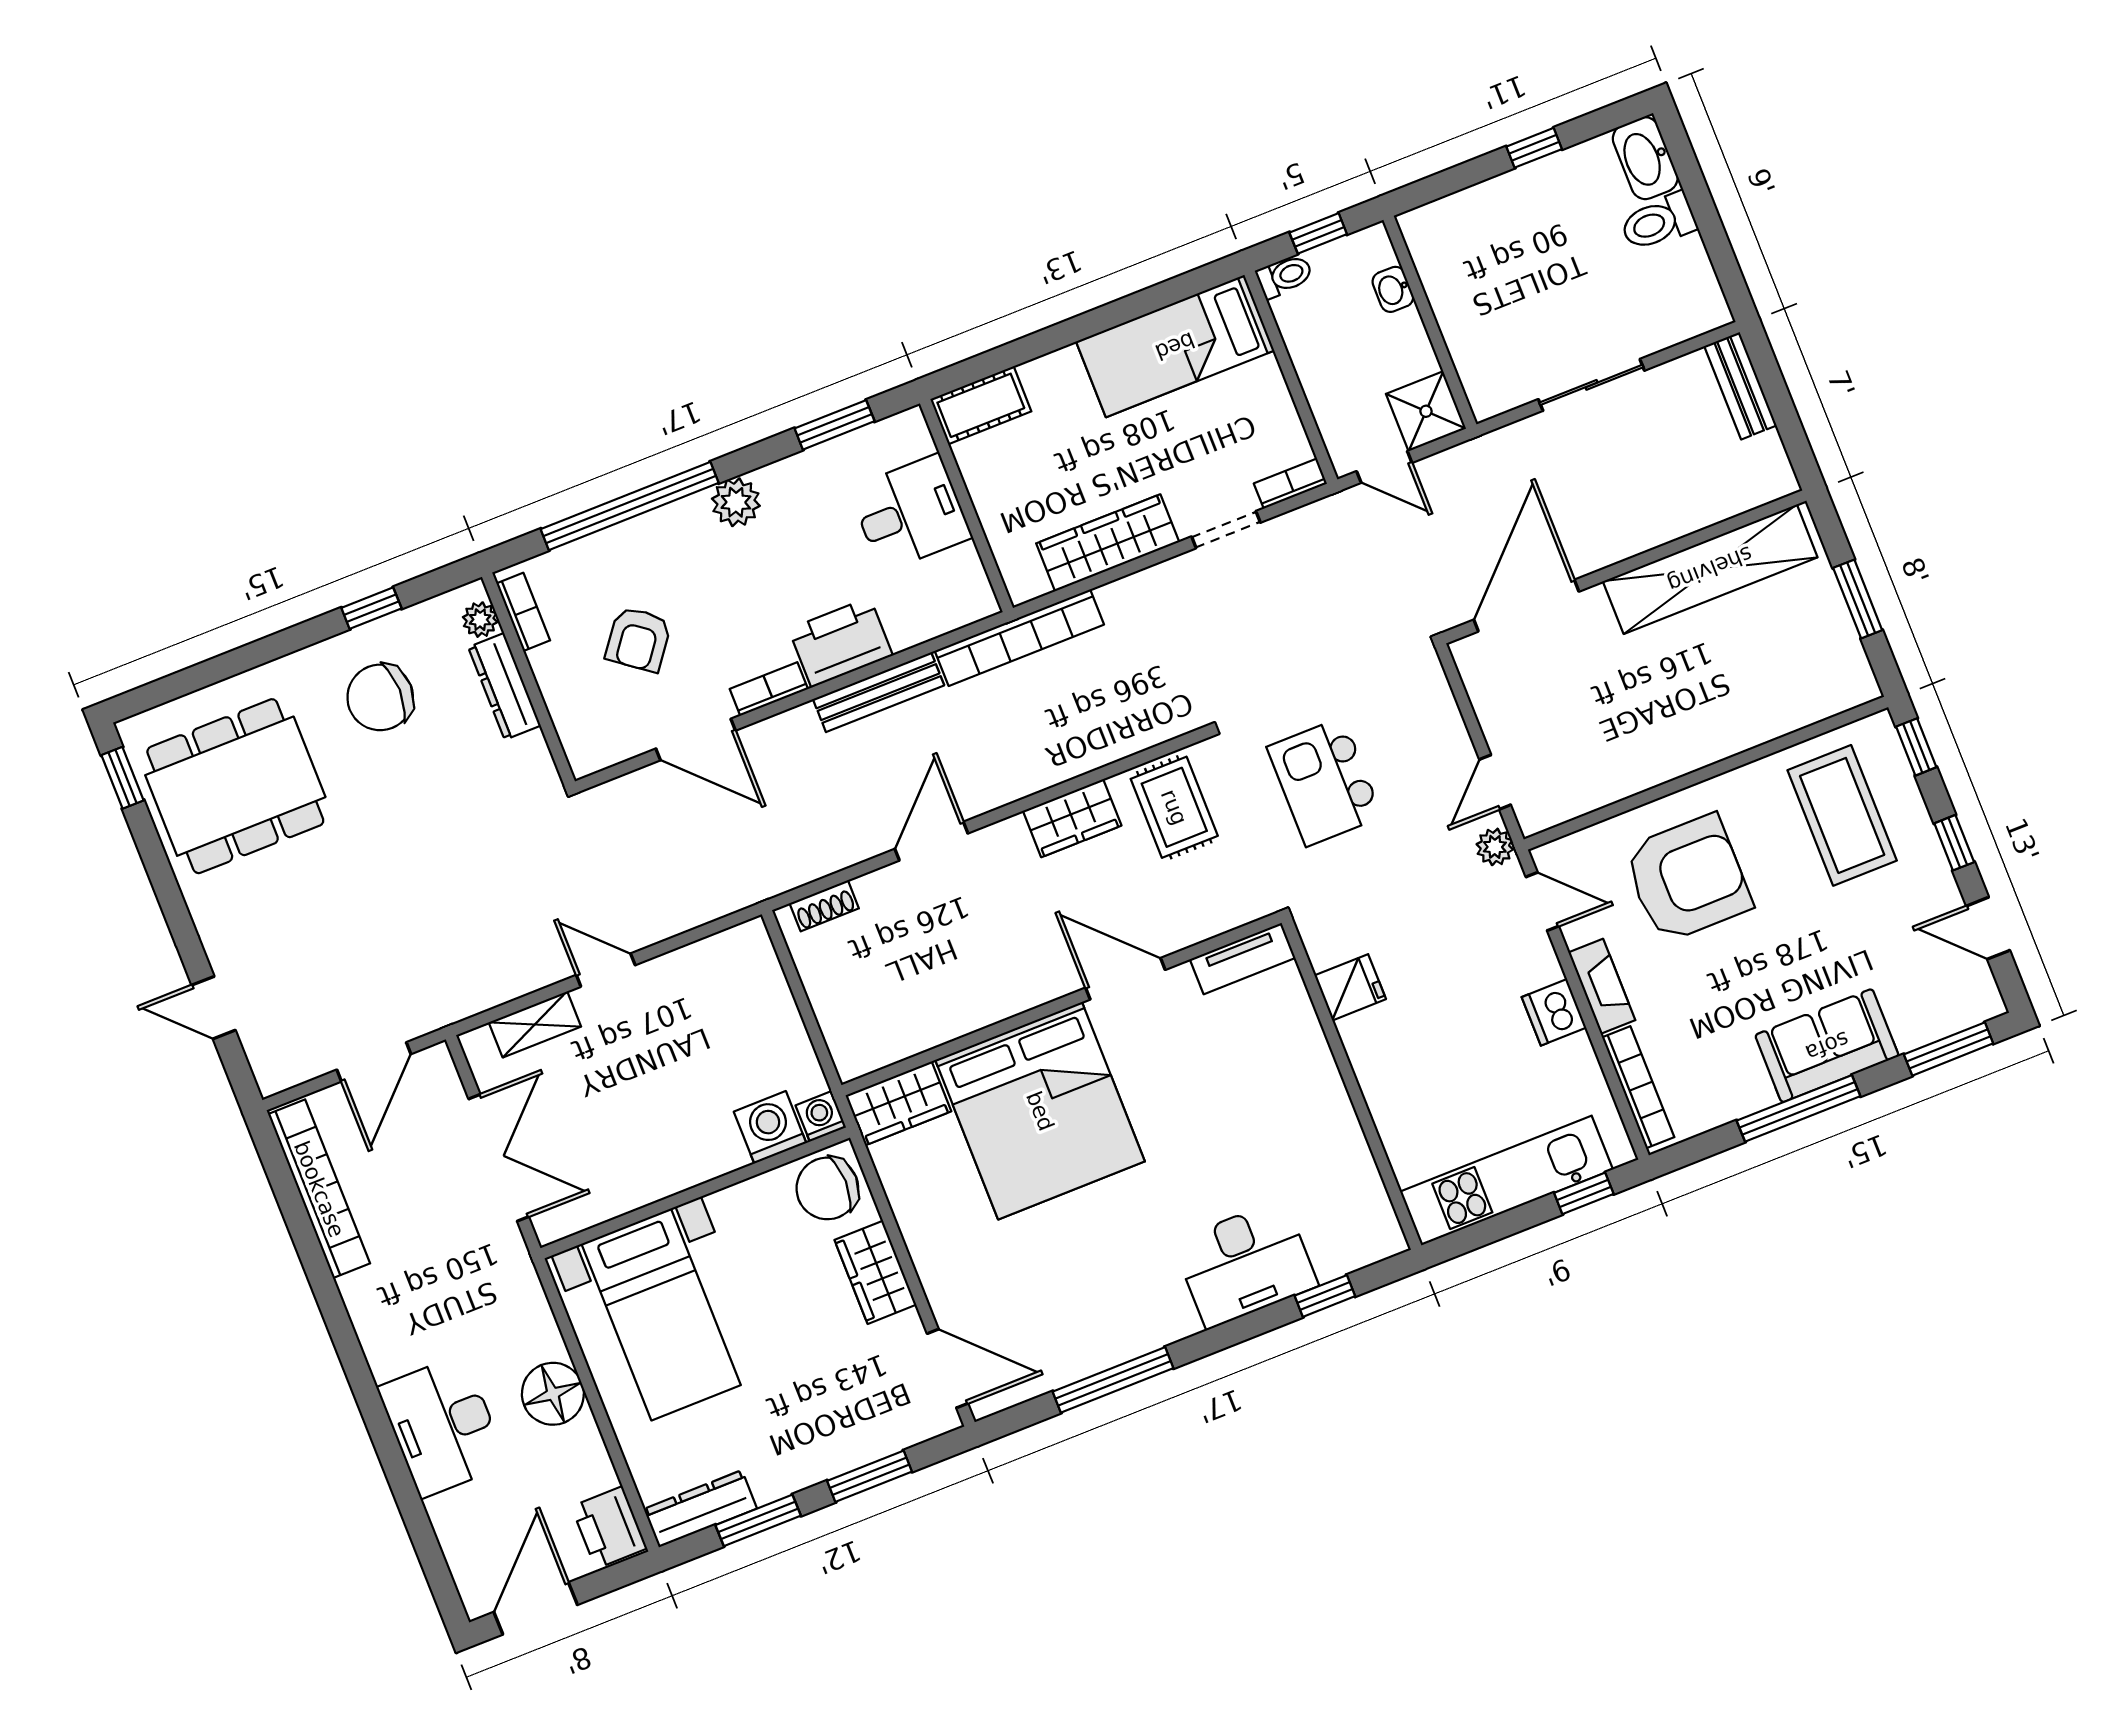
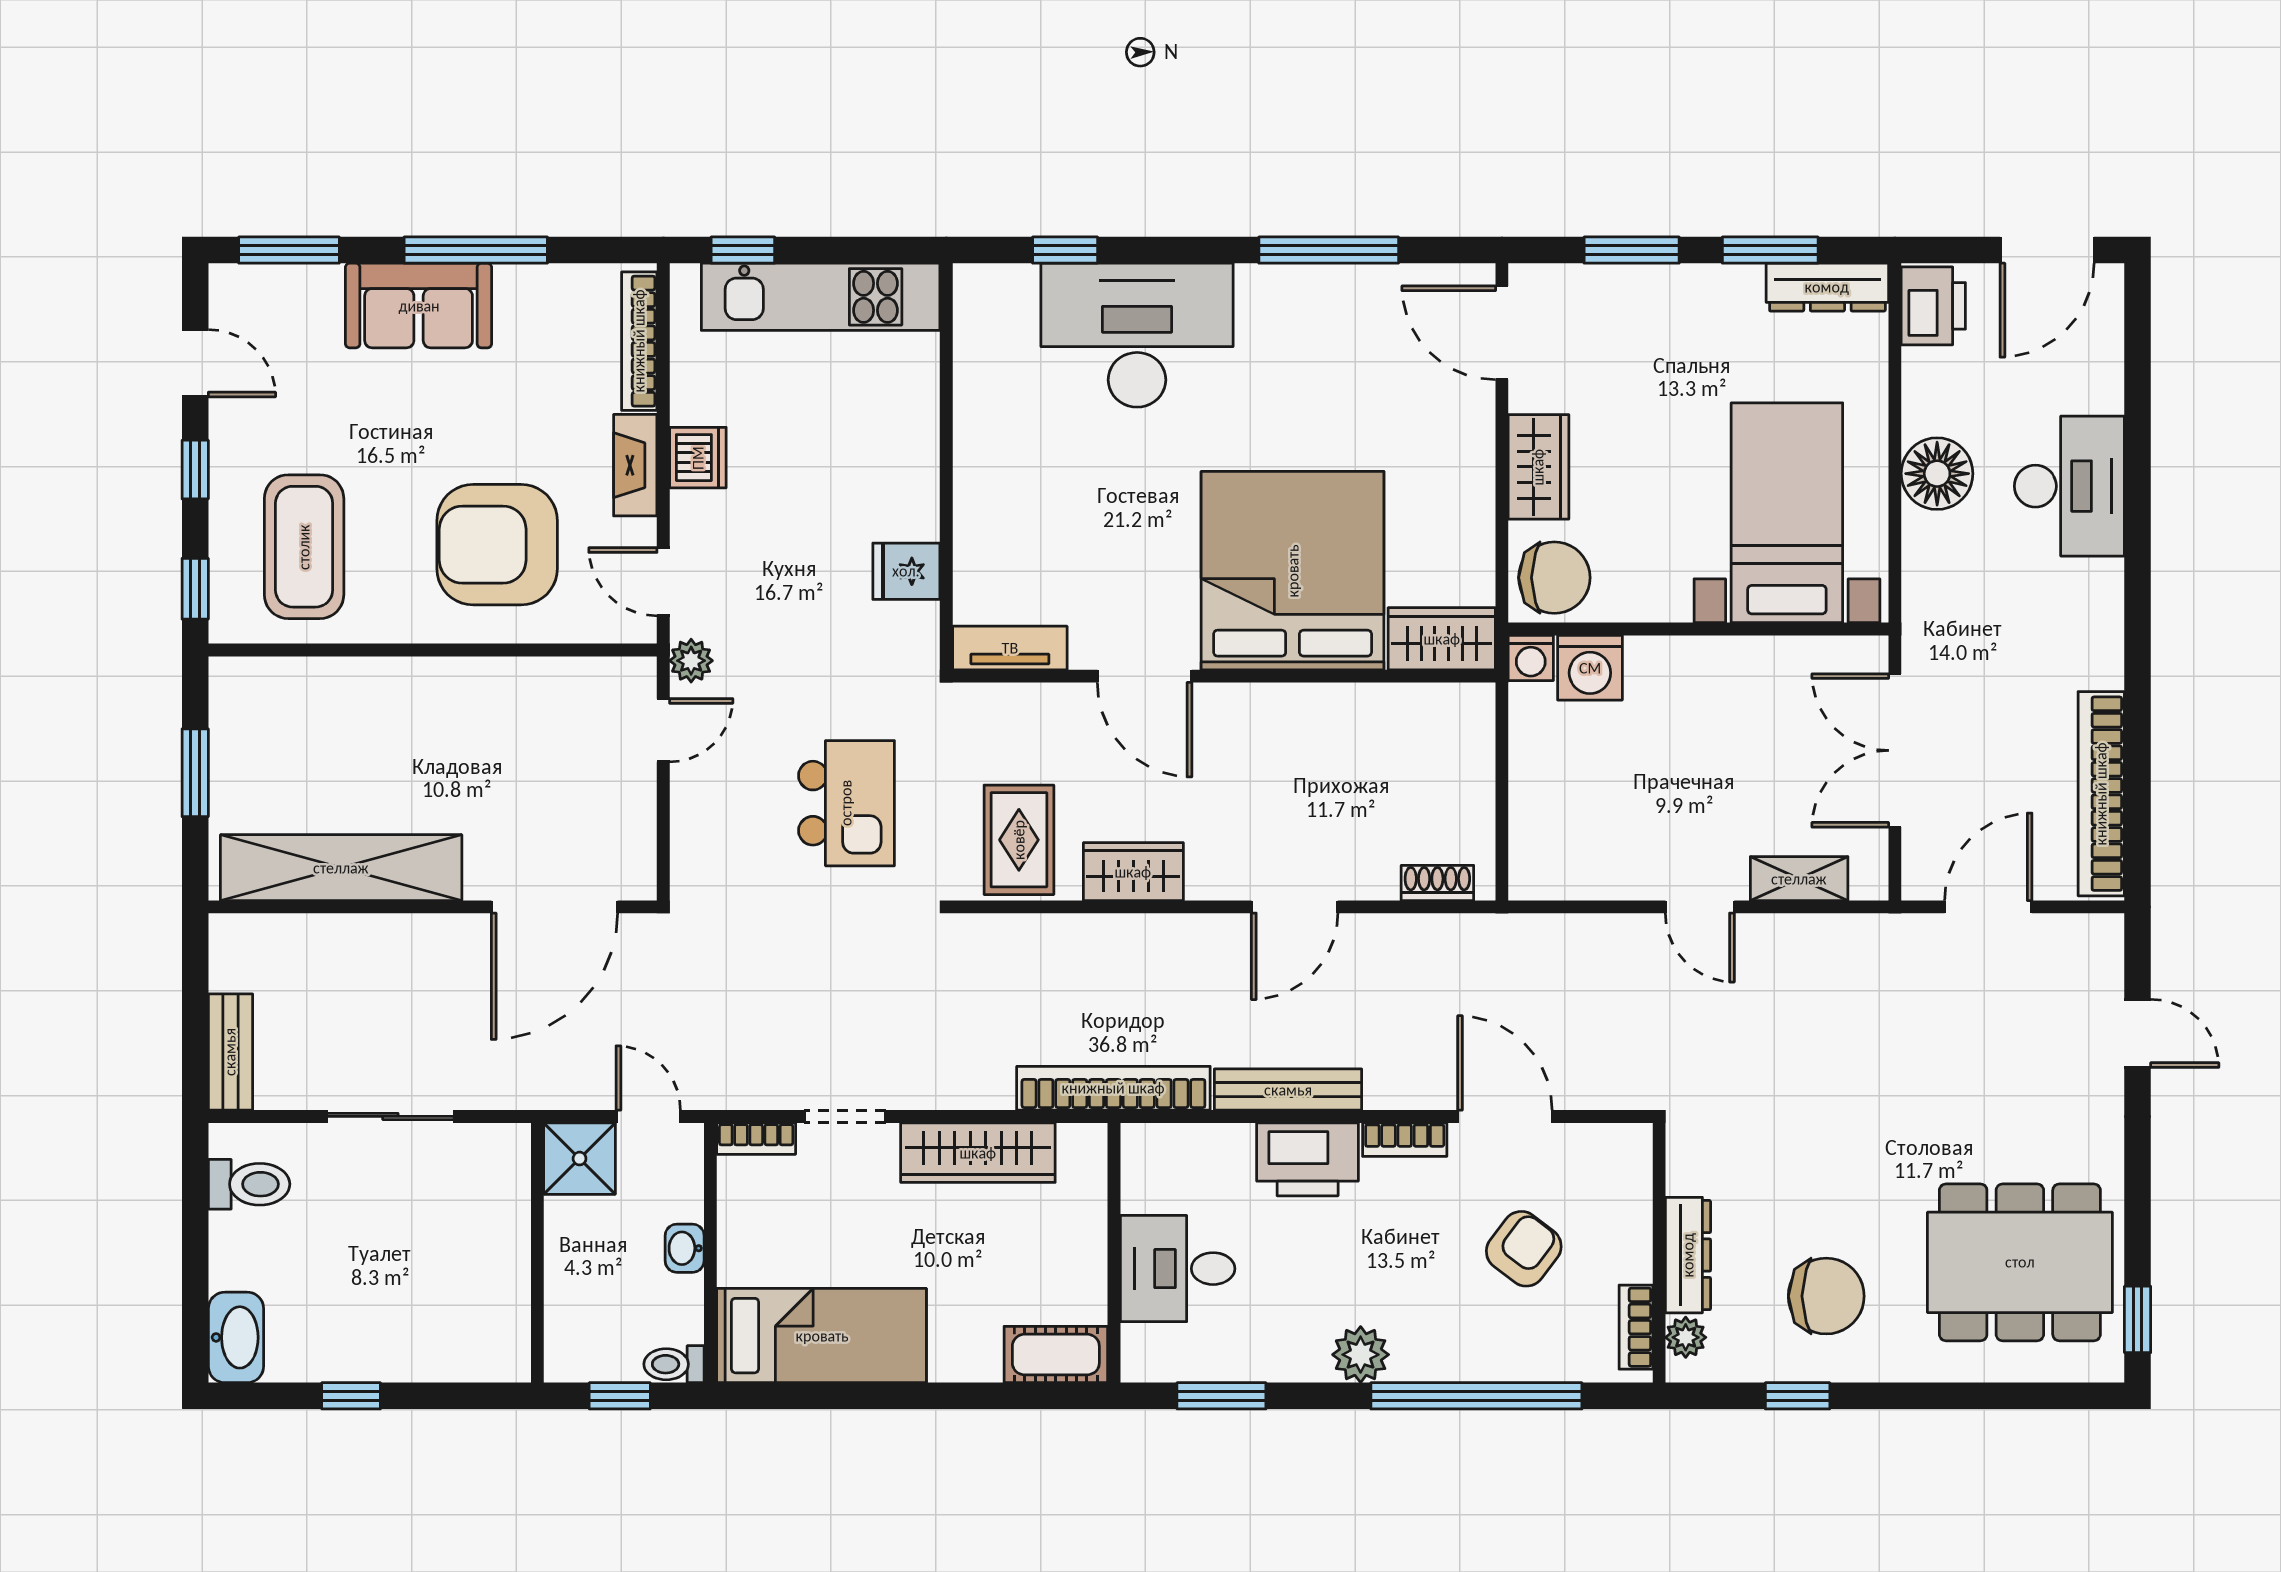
toilet: (1658, 222) -> (249, 1184), moved
washbasin: (1393, 289) -> (685, 1248), moved, turned 180
desk: (1245, 1264) -> (1137, 335), width x1.36, depth x1.30

